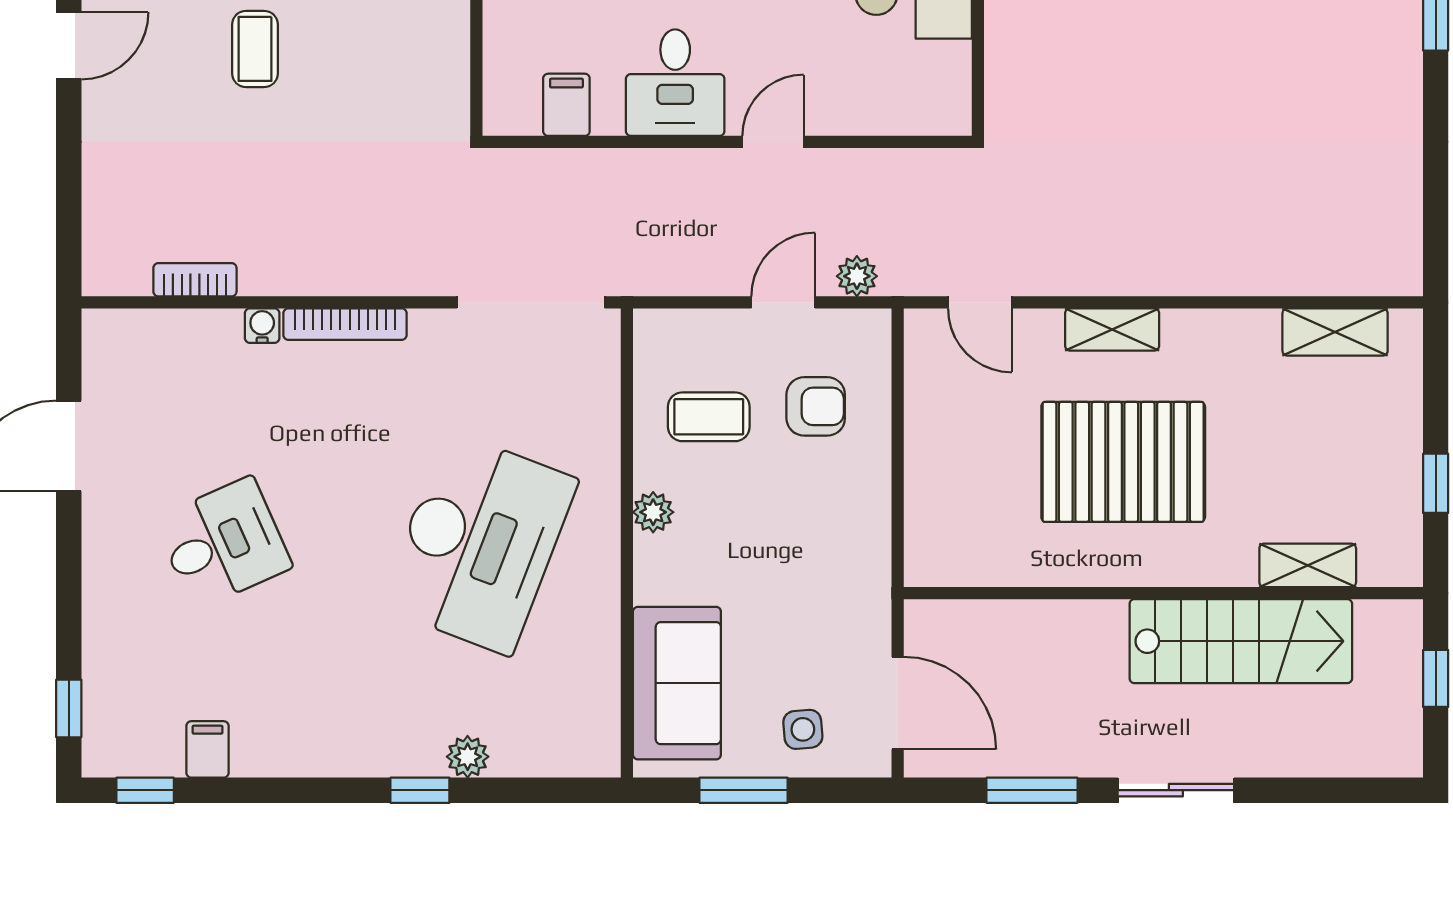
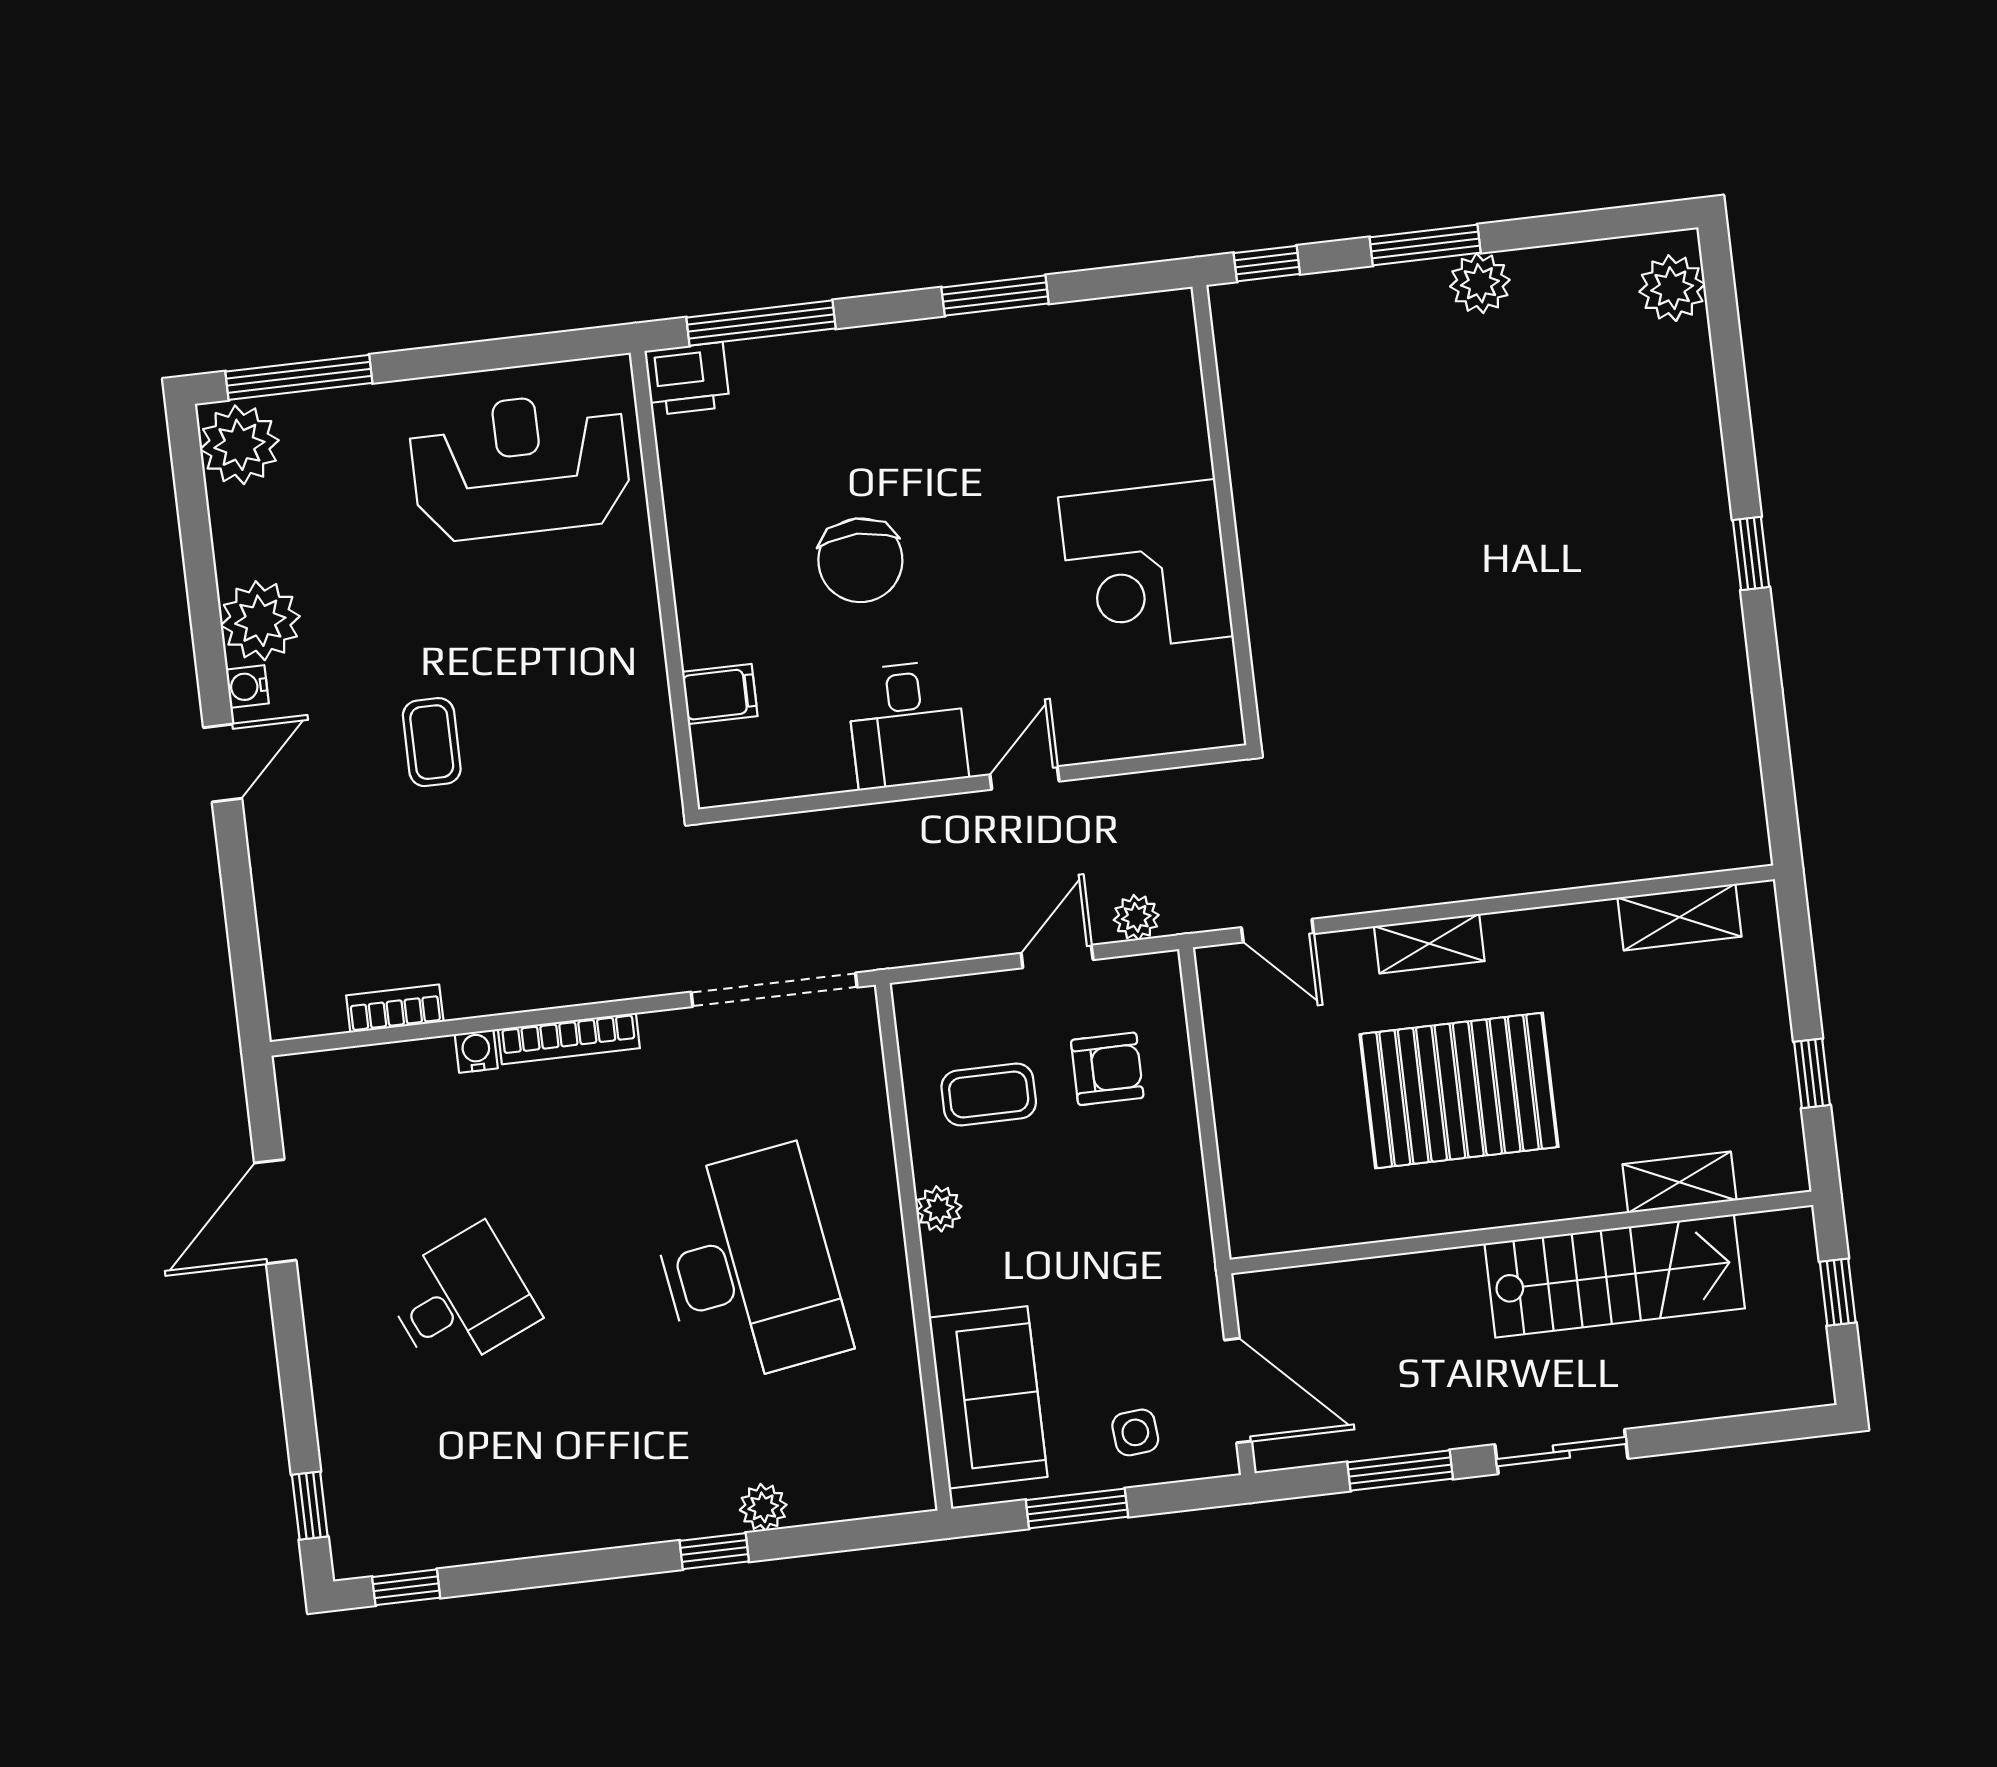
filing cabinet: (566, 105) -> (720, 694), moved, turned 90
desk: (479, 543) -> (748, 1266), turned -30
filing cabinet: (207, 749) -> (471, 1533), removed

